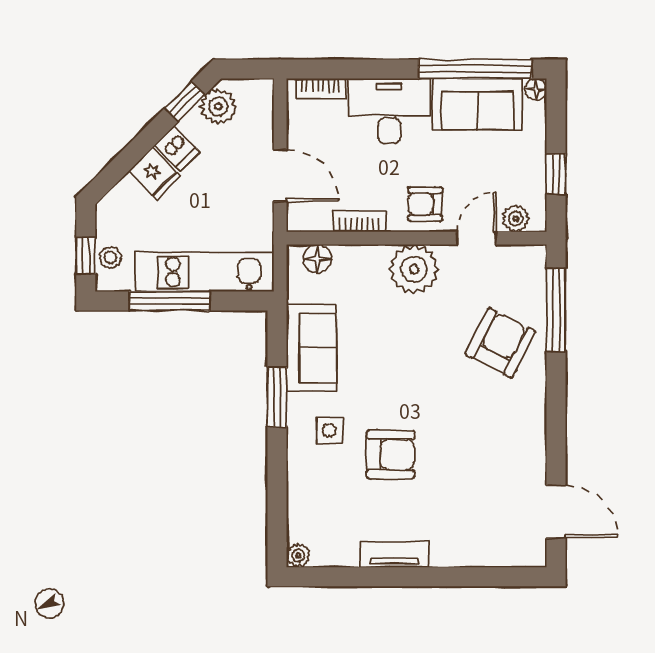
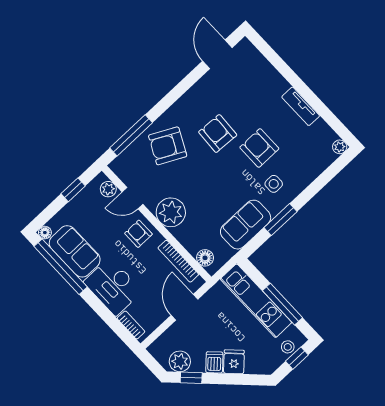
armchair: (425, 204) -> (138, 234), turned 180
bookcase: (359, 222) -> (178, 261), width x1.56
armchair: (457, 420) -> (218, 133), added

